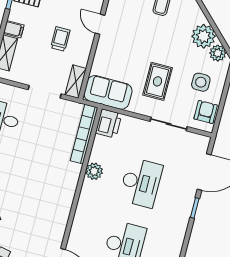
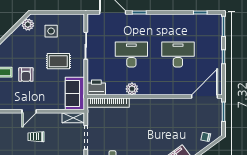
plant: (204, 36) -> (19, 37), removed
trolley: (60, 39) -> (36, 137), moved
armchair: (206, 112) -> (26, 75), moved, turned -90

